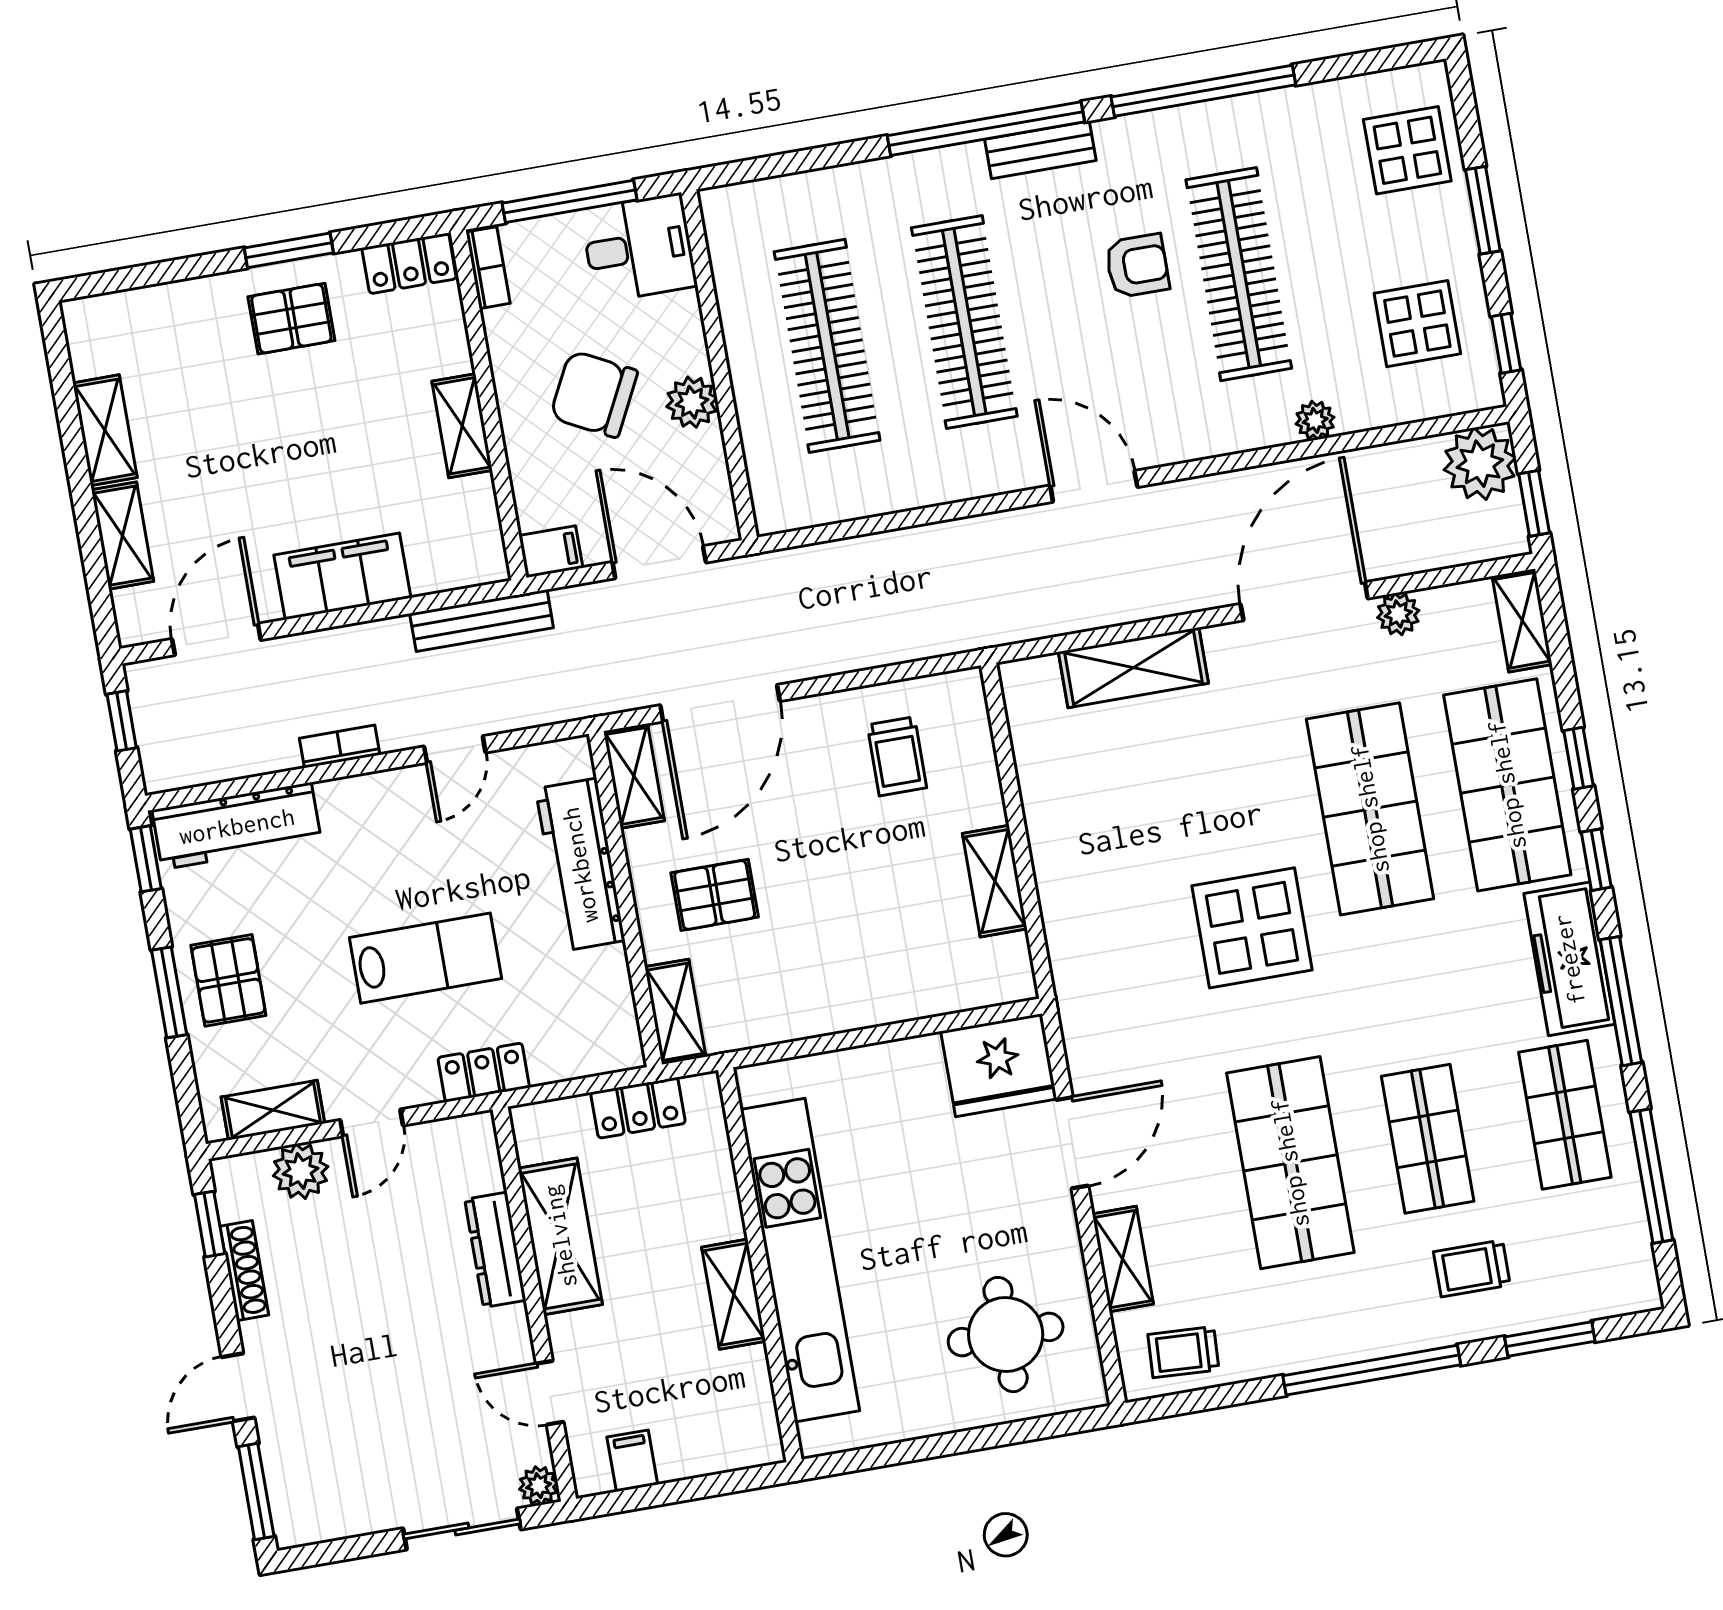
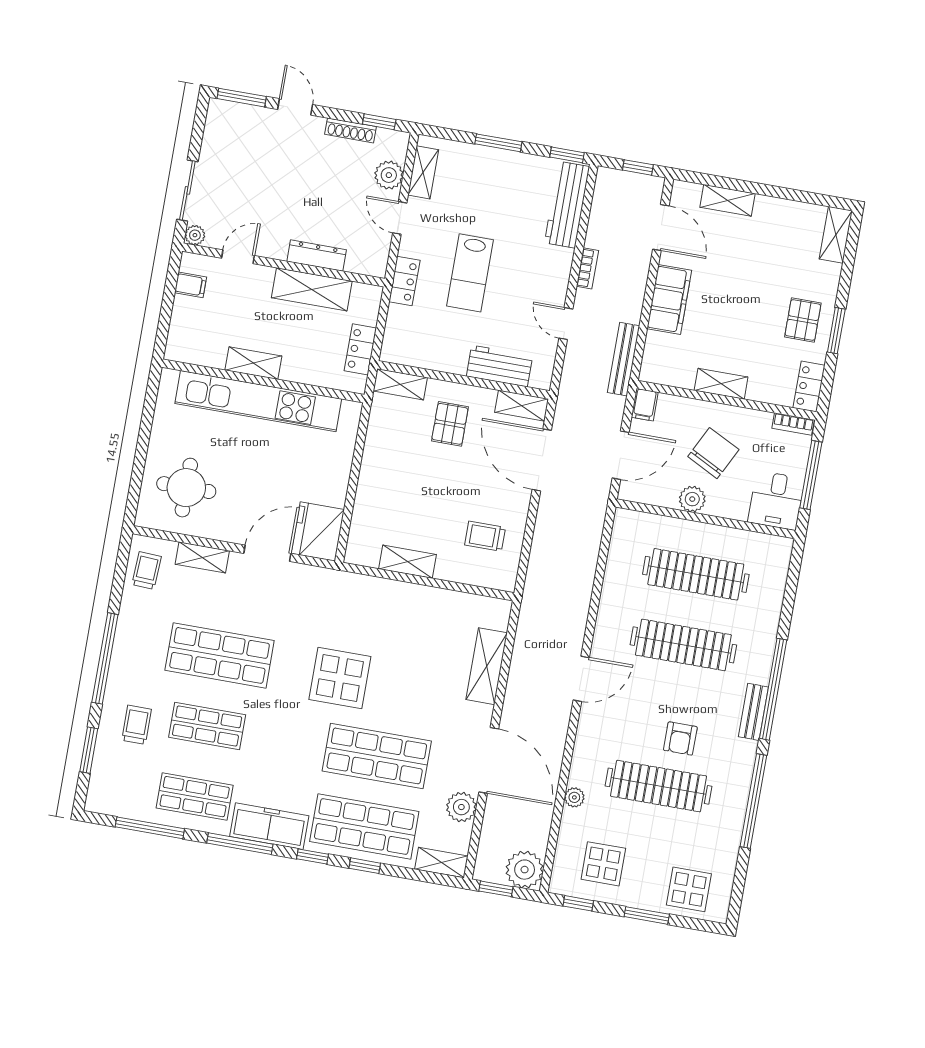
shelving: (105, 430) -> (836, 235), moved, turned 90
plant: (1398, 614) -> (461, 807), width x1.38, depth x1.38
workbench: (580, 865) -> (500, 366), width x0.73
pallet: (228, 980) -> (494, 174), removed
door: (1072, 1143) -> (267, 553), swing flipped

